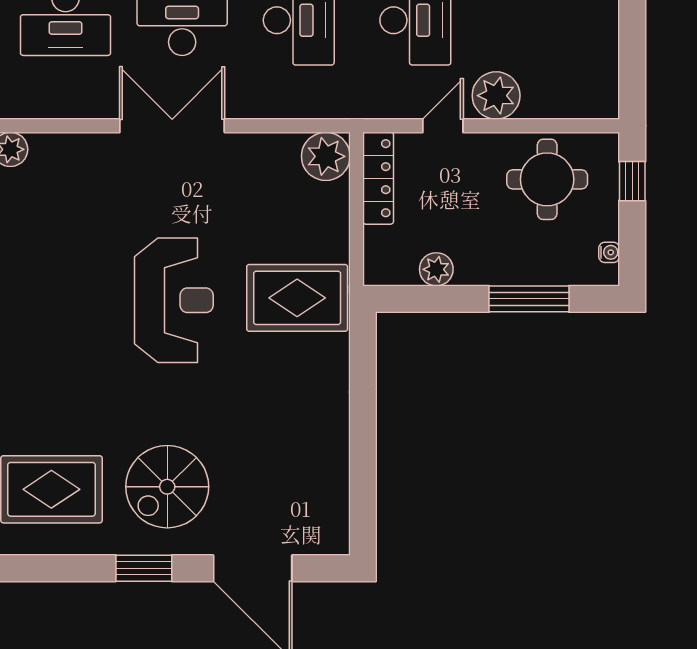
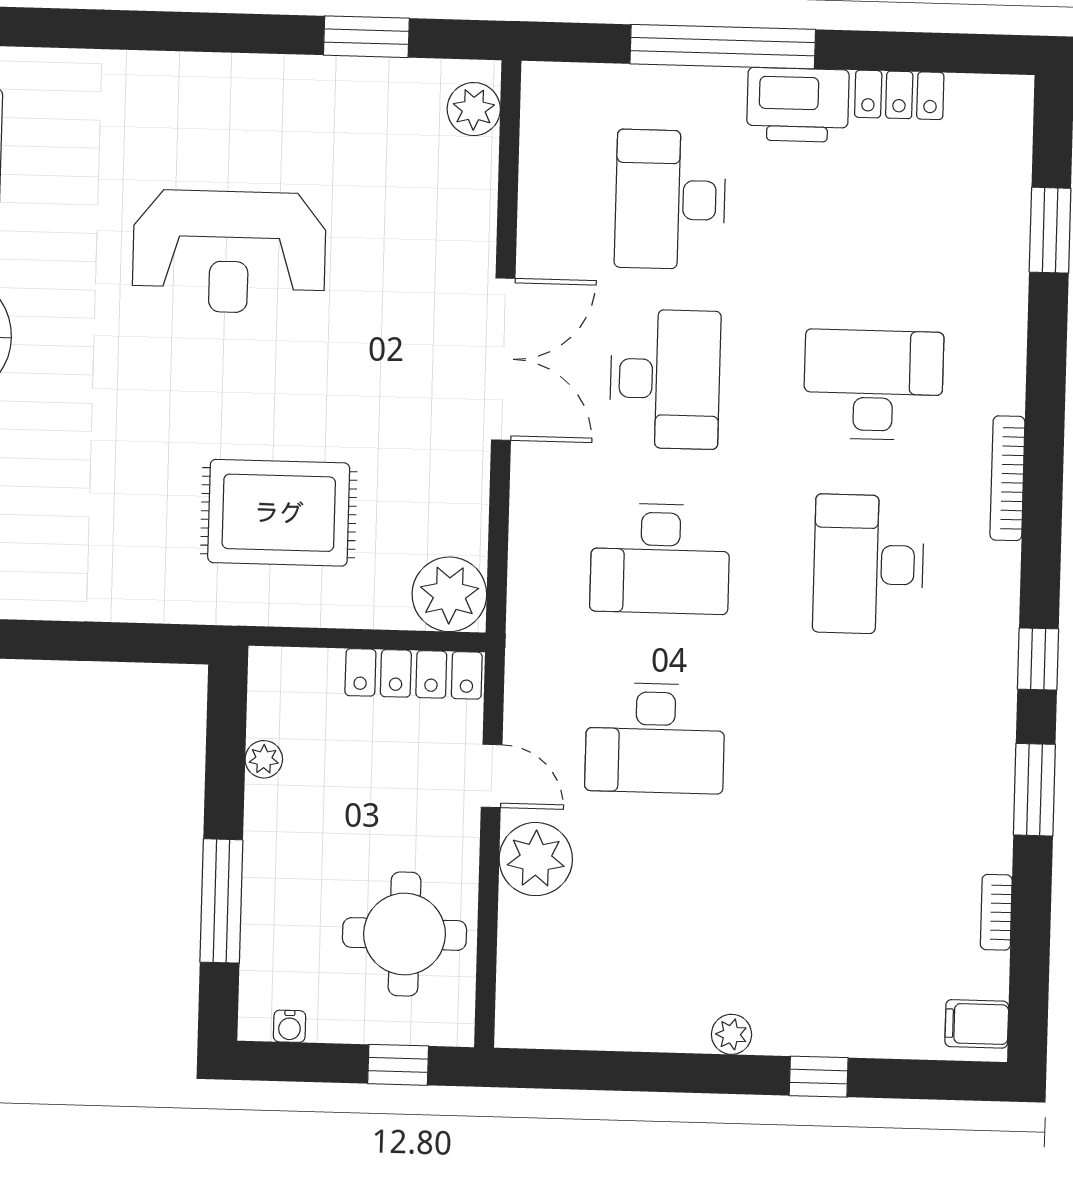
plant: (436, 269) -> (264, 759), width x0.73, depth x0.73
rug: (297, 298) -> (279, 513), moved, turned 90
reception desk: (174, 300) -> (229, 252), moved

